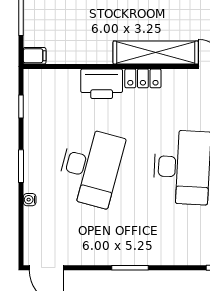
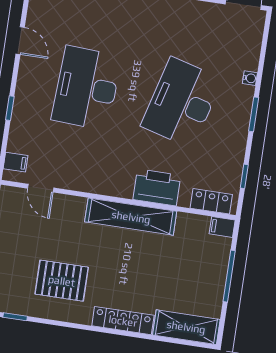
shelving: (156, 53) -> (131, 217), moved
locker: (143, 78) -> (211, 201), moved

